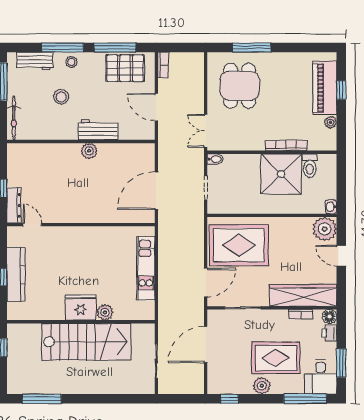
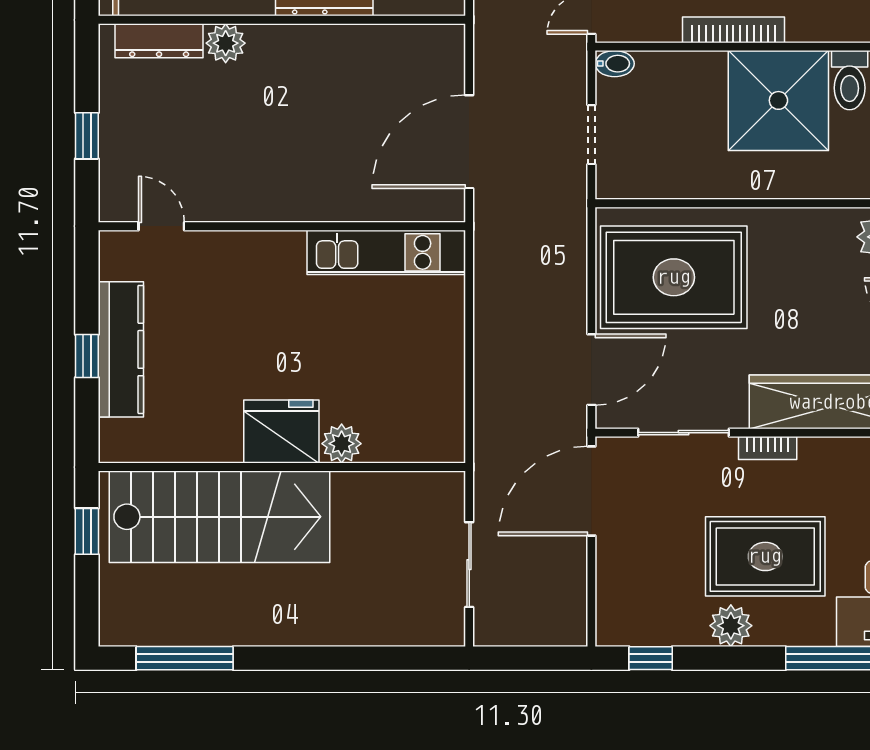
bookcase: (286, 145) -> (733, 30), moved
plant: (89, 151) -> (226, 43), moved
dresser: (14, 205) -> (159, 41), moved, turned 90
kitchen unit: (146, 268) -> (386, 252), moved, turned -90
bookcase: (301, 314) -> (768, 448), moved
stairs: (86, 342) -> (219, 517), moved
door: (206, 344) -> (591, 491), moved

